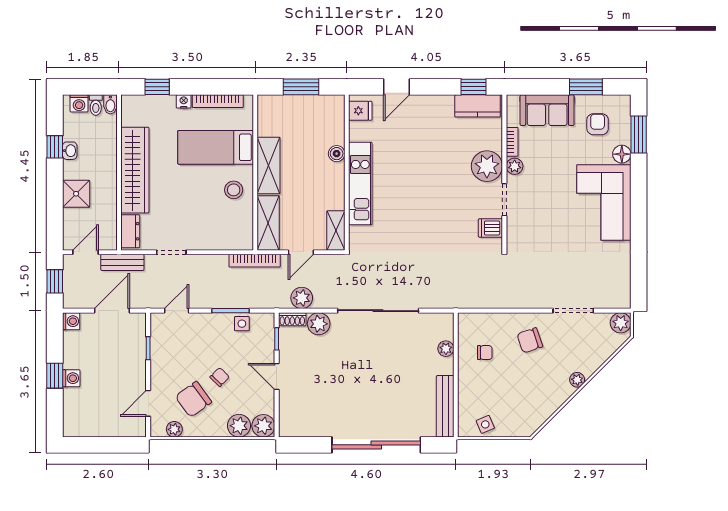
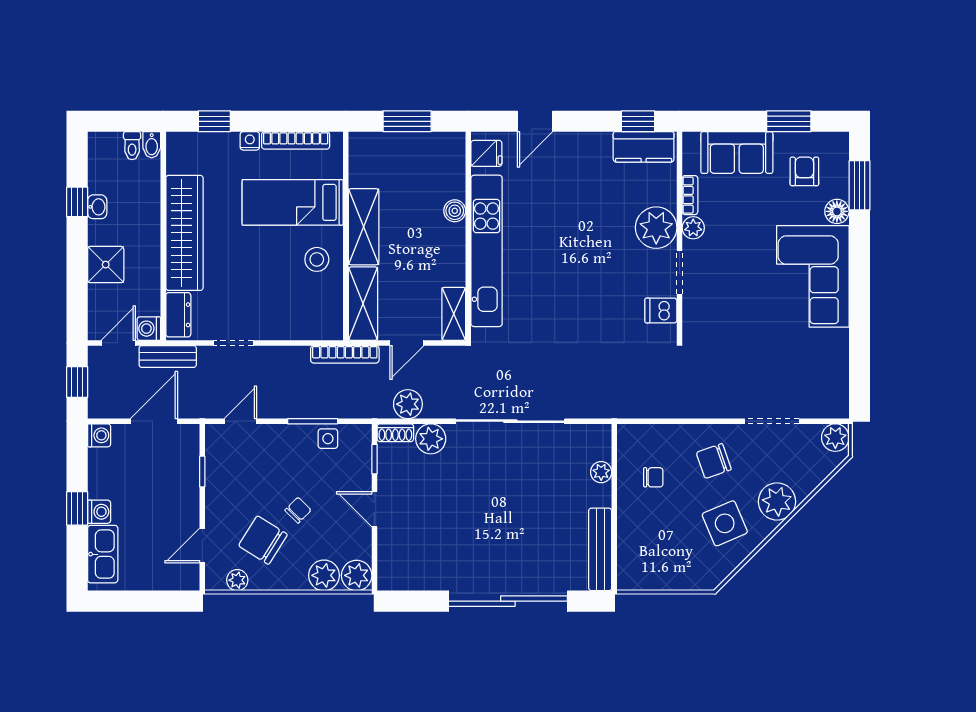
washing machine: (79, 103) -> (149, 329), moved, turned 90
kitchen unit: (360, 184) -> (487, 251), width x1.36
plant: (577, 380) -> (777, 502), width x1.87, depth x1.87
chair: (193, 399) -> (263, 540), turned 68
kitchen sink: (74, 410) -> (103, 554), added
side table: (485, 424) -> (725, 523), moved, width x1.87, depth x1.87

